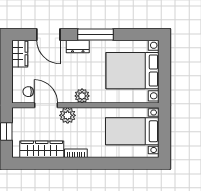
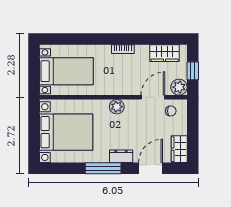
door: (48, 34) -> (151, 168), hinge flipped
door: (46, 105) -> (153, 97), swing flipped
plant: (68, 115) -> (179, 87), moved
wardrobe: (42, 149) -> (165, 53), width x0.67

